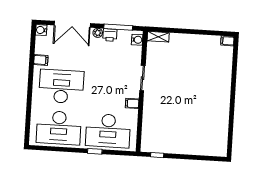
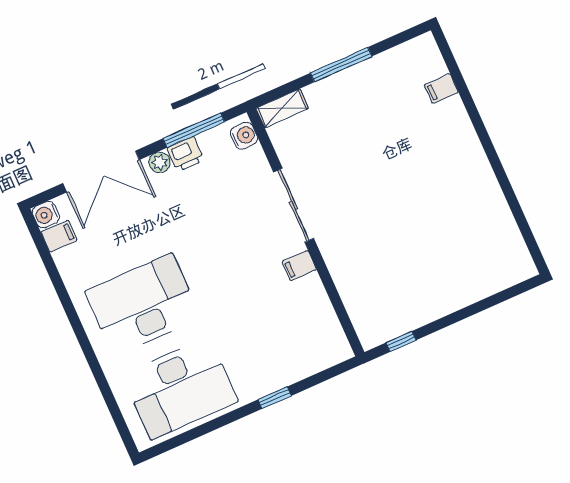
window: (191, 32) -> (341, 65), added
filing cabinet: (227, 41) -> (441, 89), moved
filing cabinet: (41, 60) -> (59, 236), moved
sliding door: (142, 78) -> (294, 205), width x1.37
desk: (108, 131) -> (280, 344), removed

